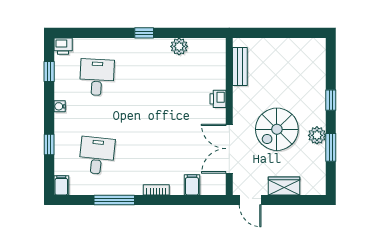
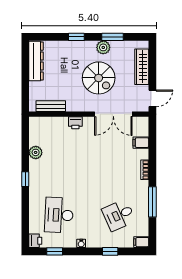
dresser: (299, 47) -> (36, 61), added
desk: (97, 77) -> (59, 215), width x1.37
desk: (97, 156) -> (119, 215), turned -30
wardrobe: (284, 186) -> (142, 67), width x1.50

